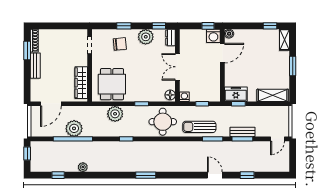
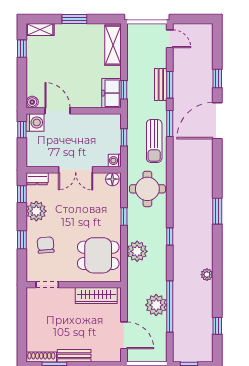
plant: (83, 167) -> (207, 275), moved
door: (215, 175) -> (217, 121), width x1.88

